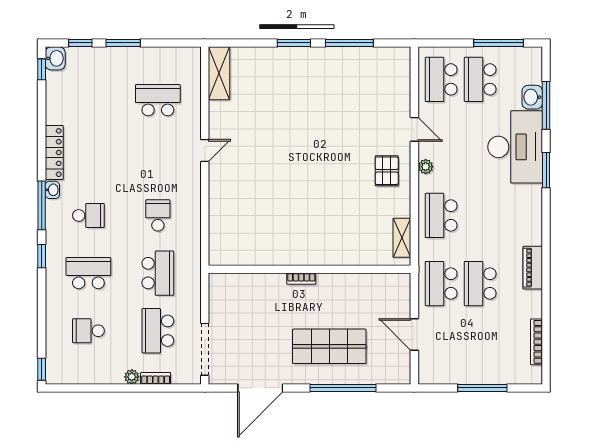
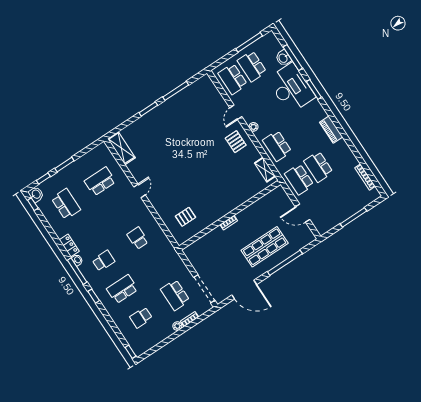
door: (414, 129) -> (236, 112), swing flipped
locker: (54, 153) -> (69, 246), width x0.66
pallet: (245, 230) -> (185, 217), added
piano: (533, 268) -> (331, 130), moved
school desk: (158, 273) -> (66, 204), moved
door: (260, 388) -> (244, 290), hinge flipped

